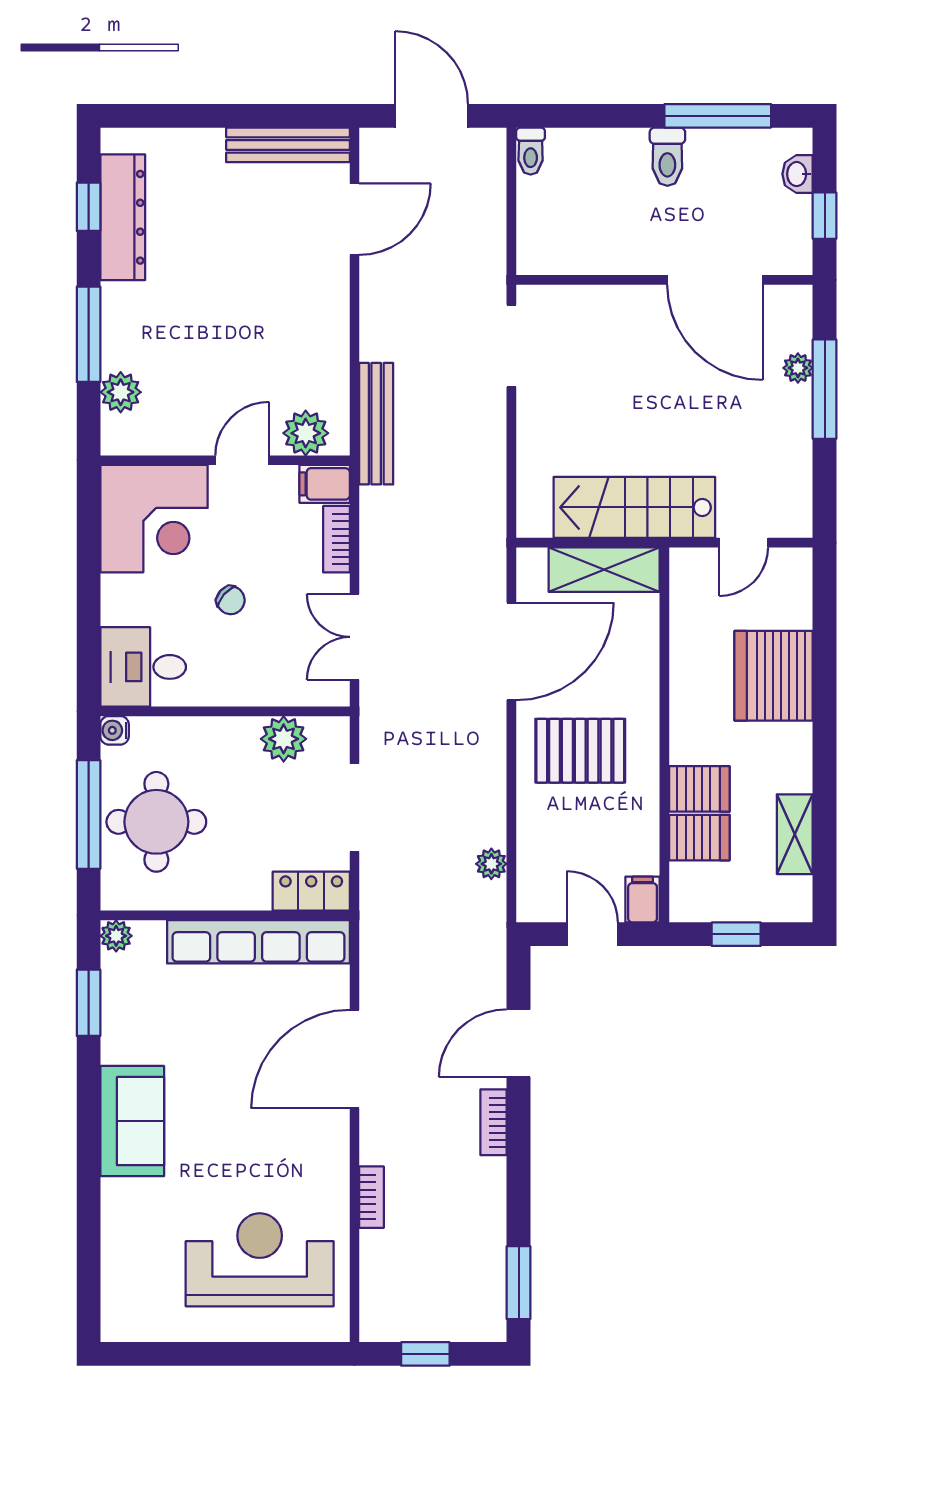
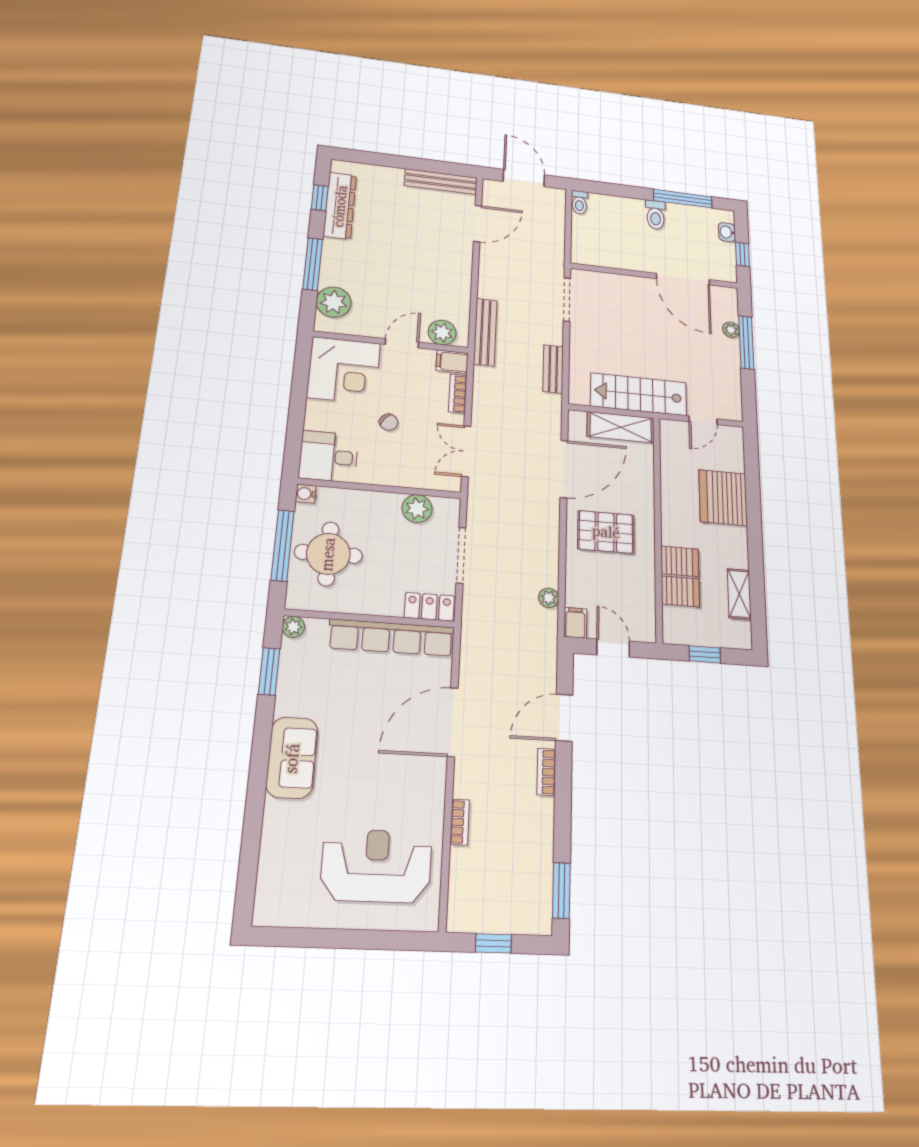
plant: (121, 392) -> (334, 302), width x1.36, depth x1.36
bench: (491, 478) -> (553, 369), added
filing cabinet: (643, 900) -> (575, 623), moved

